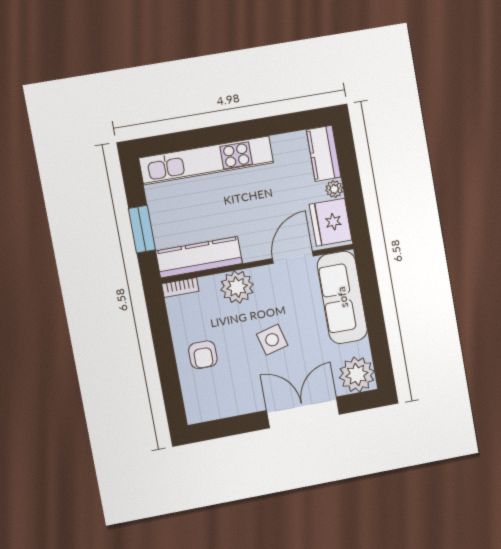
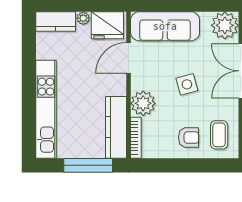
window: (142, 229) -> (88, 165), width x1.44
door: (293, 257) -> (128, 58), hinge flipped
bookcase: (180, 287) -> (136, 138), width x1.56
coffee table: (214, 394) -> (219, 135), added

